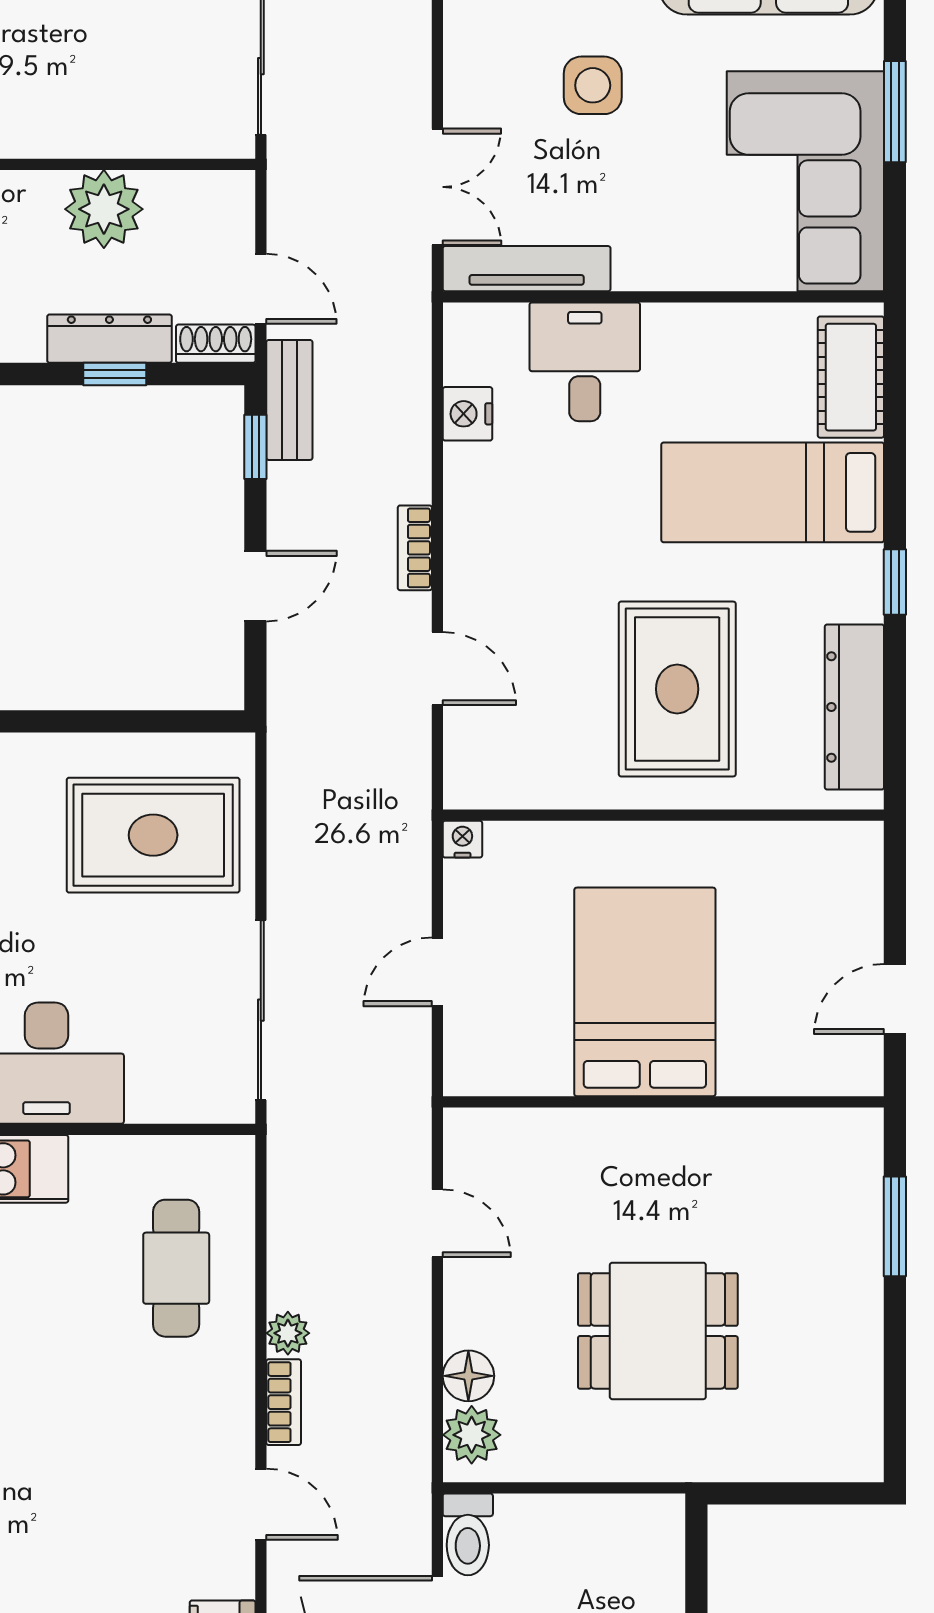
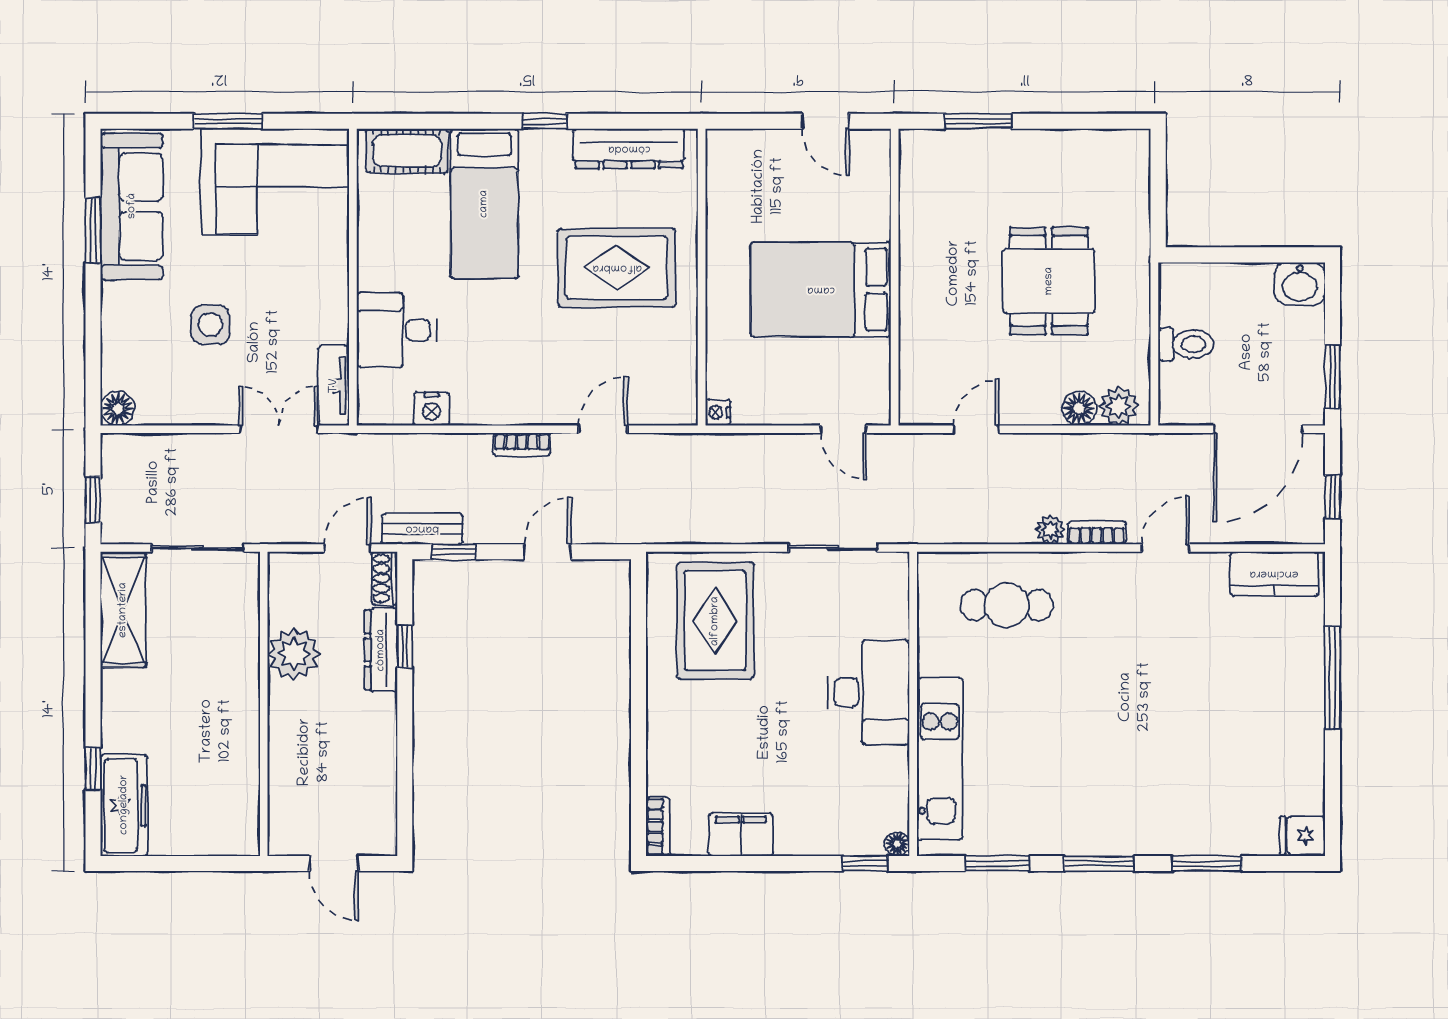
tv unit: (527, 269) -> (334, 386), width x0.71
door: (255, 586) -> (548, 552), hinge flipped
door: (437, 972) -> (843, 429), moved
sliding door: (261, 1010) -> (833, 548), width x0.73
toilet: (468, 1534) -> (1186, 344), moved

